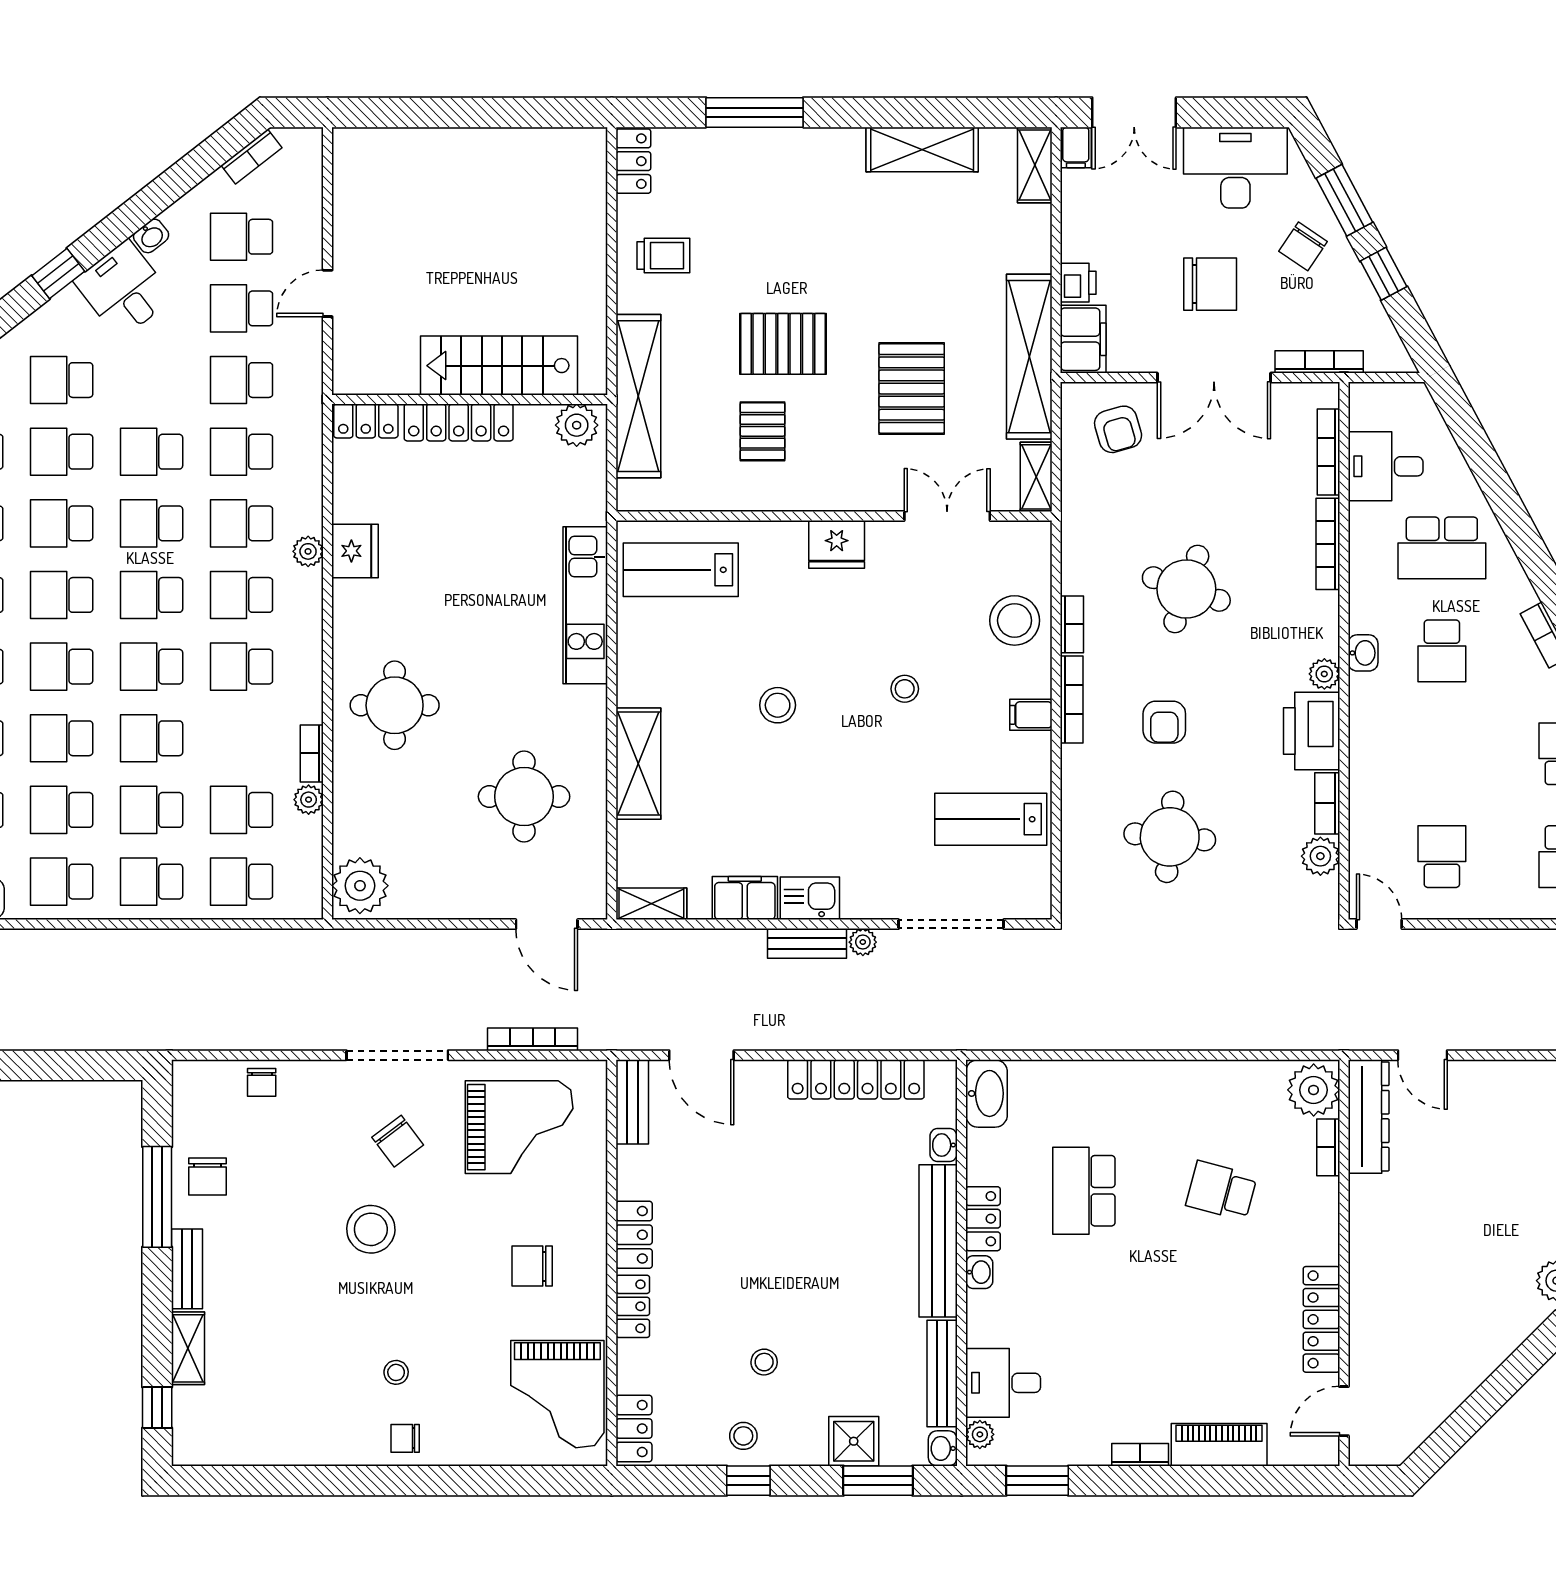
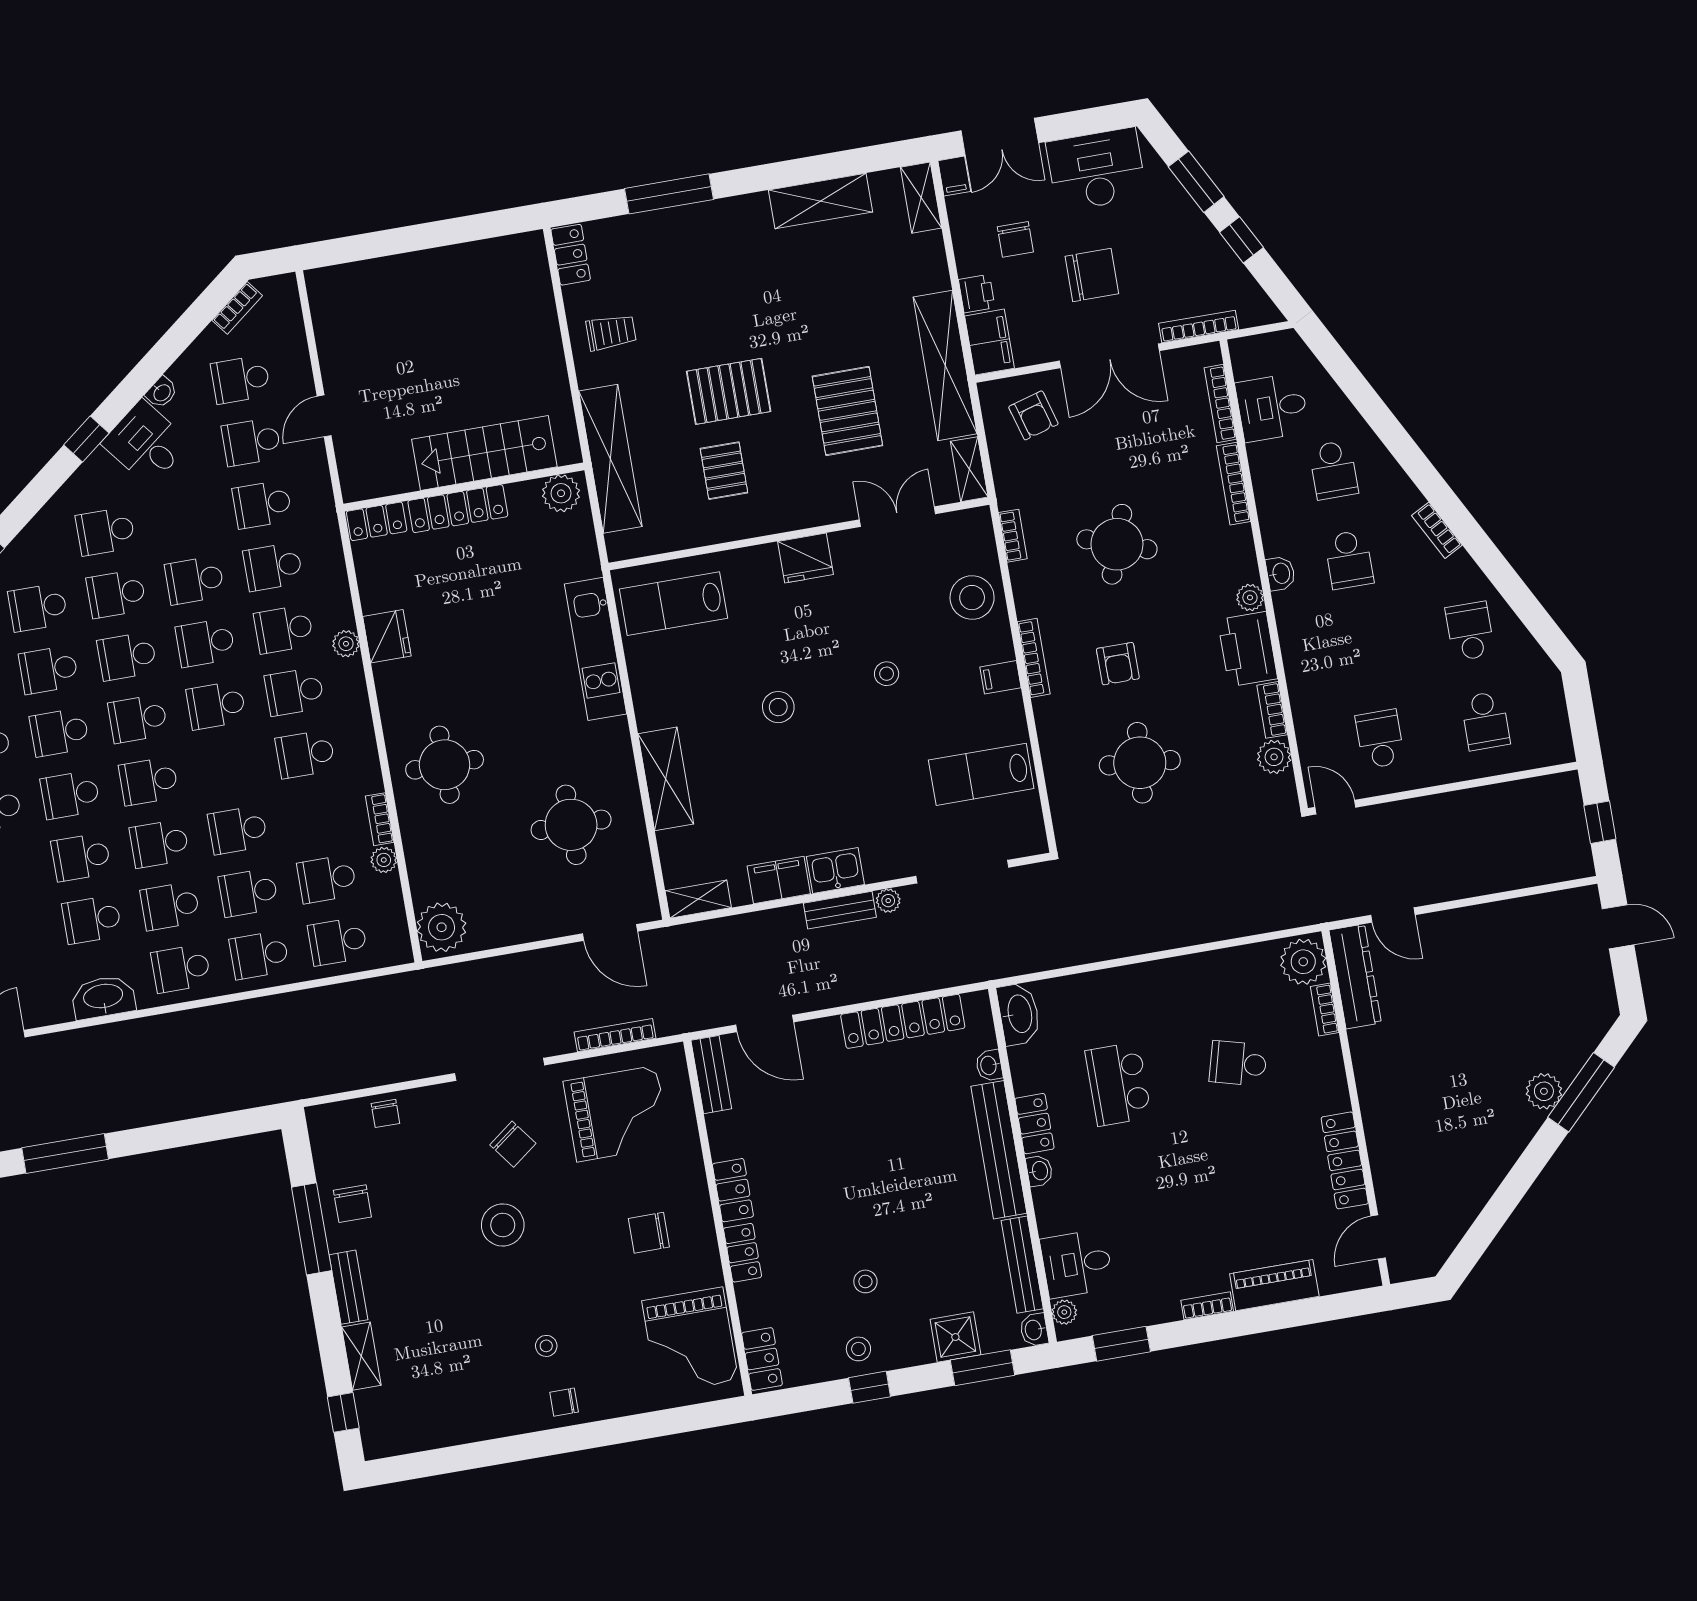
chair: (1303, 246) -> (1015, 239), moved, turned -34
school desk: (1442, 548) -> (1333, 470), width x0.54
bookcase: (1072, 624) -> (1013, 536), moved
school desk: (152, 667) -> (227, 768), removed

